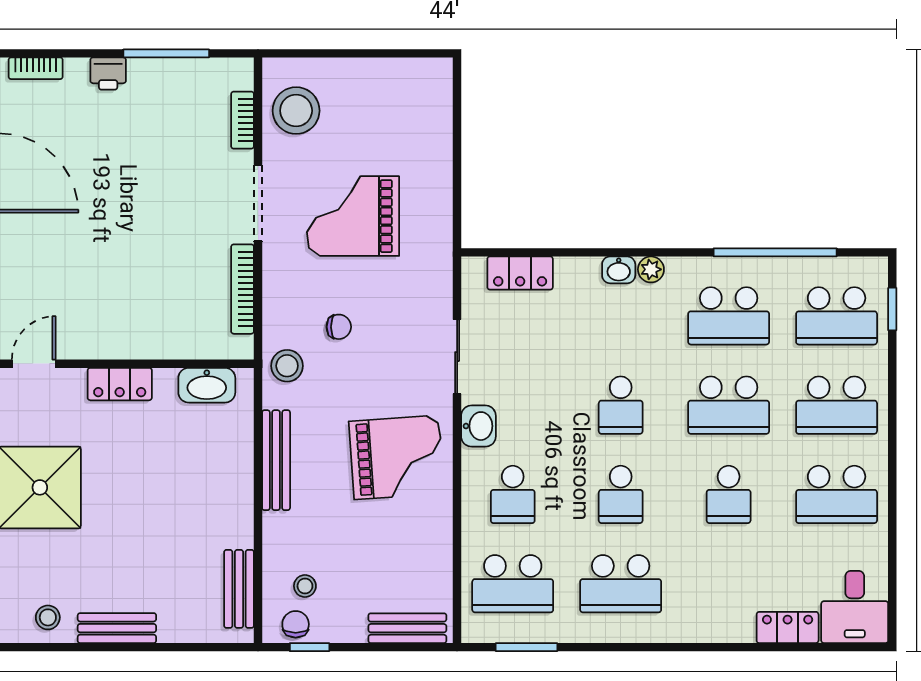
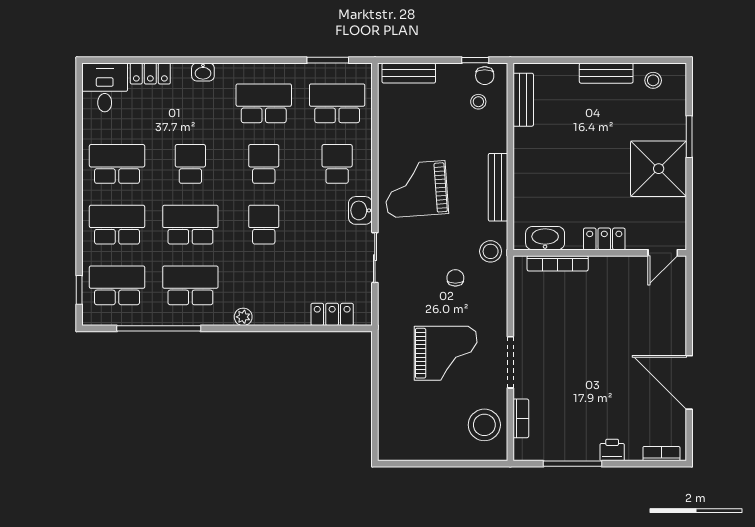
washbasin: (619, 270) -> (203, 72), moved, turned 180
bookcase: (242, 289) -> (558, 263), moved, turned 90
chair: (339, 327) -> (455, 278), turned 90

